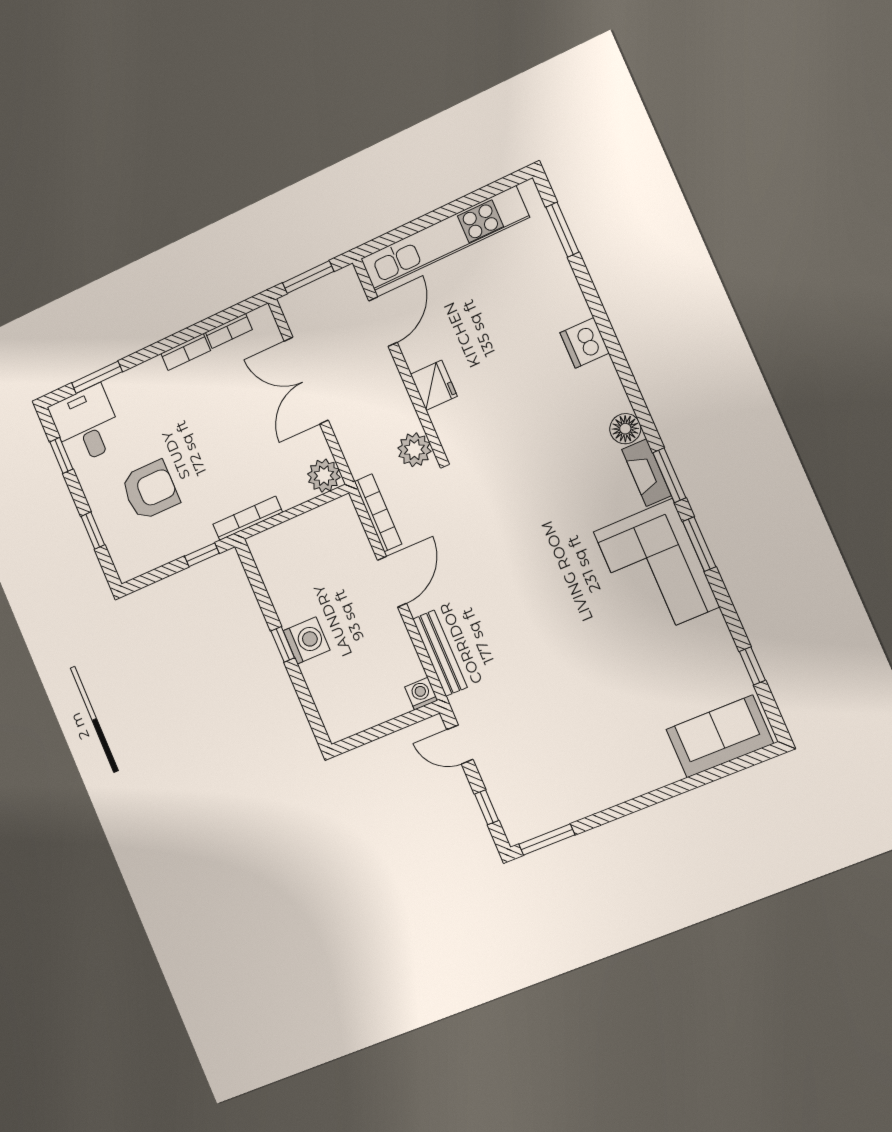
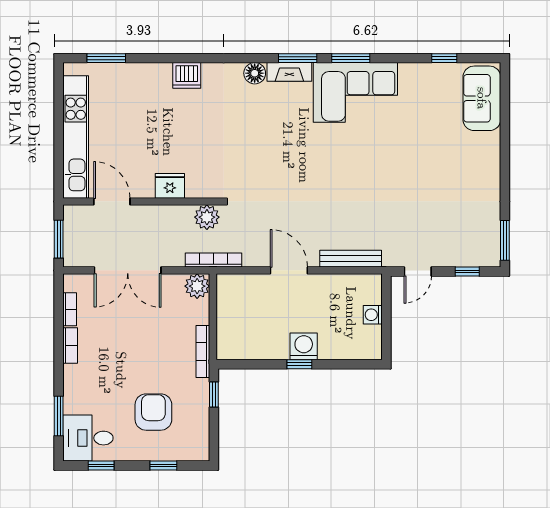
bookcase: (378, 513) -> (214, 260), moved
washing machine: (421, 694) -> (373, 315), moved

